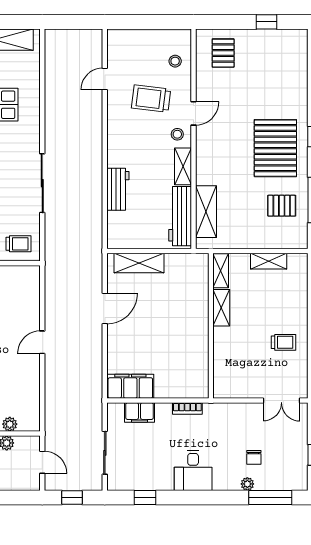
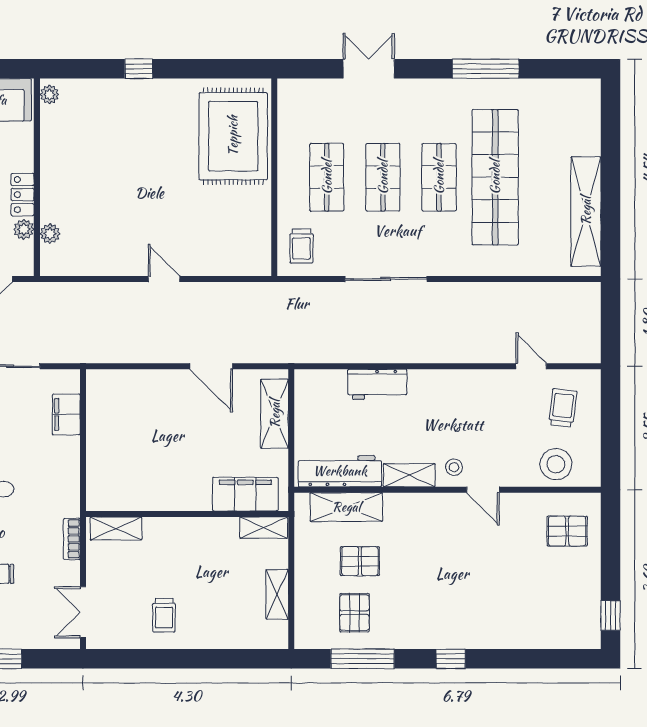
window: (266, 22) -> (611, 615), moved
stool: (175, 61) -> (556, 464), width x1.89, depth x1.89
trolley: (151, 99) -> (563, 408), moved, width x0.73, depth x0.72
pallet: (275, 148) -> (360, 561), moved, width x0.49, depth x0.50
shelving: (221, 308) -> (116, 528), moved
filing cabinet: (130, 386) -> (245, 494), moved, turned -90
bookcase: (187, 409) -> (72, 539), moved

